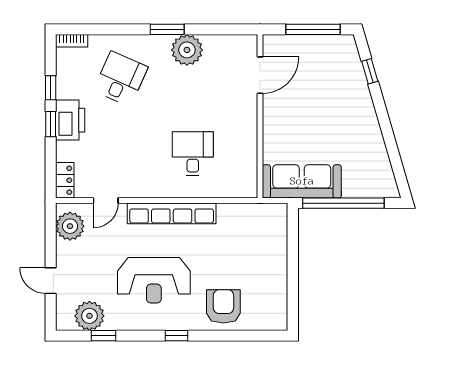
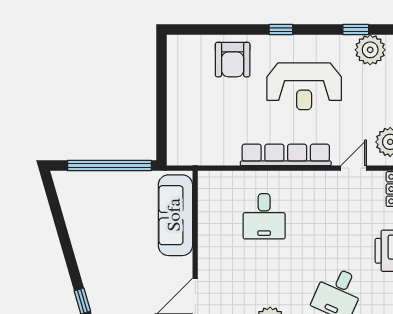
sofa: (302, 181) -> (175, 215), moved, turned 90
reception desk: (154, 280) -> (304, 86), turned 180

